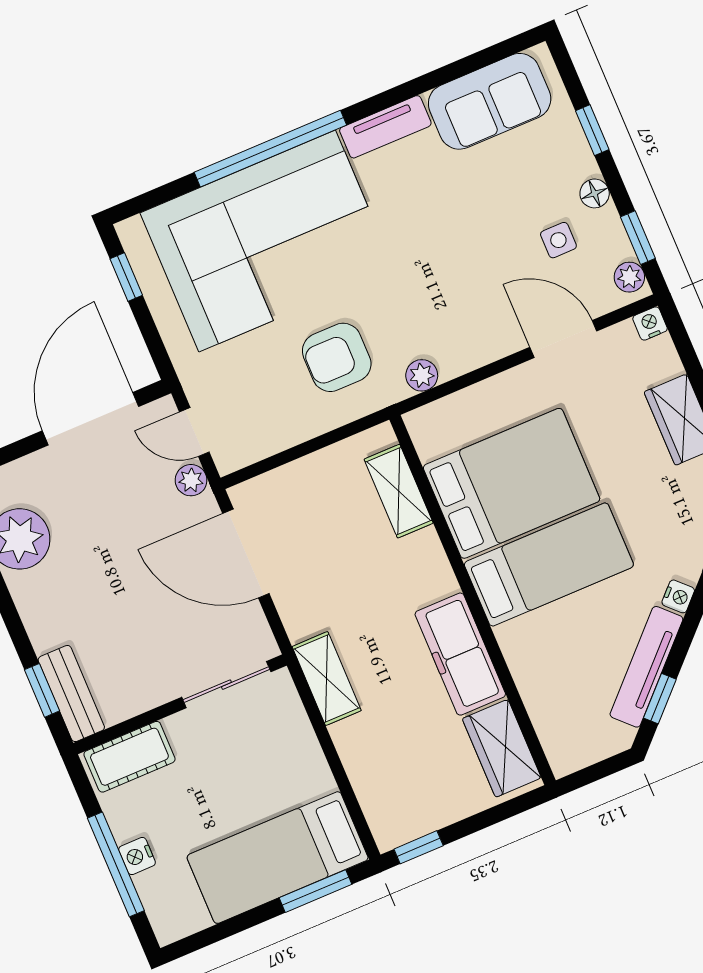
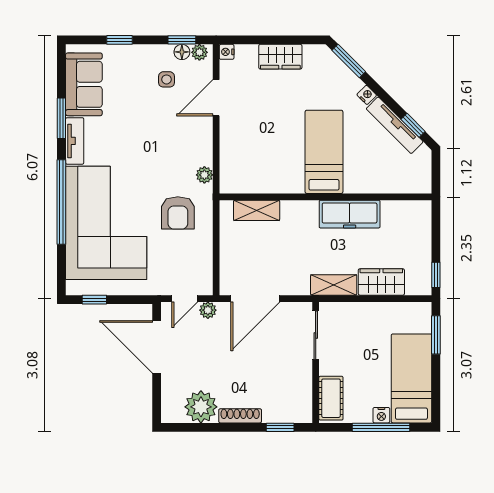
window: (415, 87) -> (61, 118), added
floor lamp: (595, 193) -> (182, 52), moved
bed: (512, 483) -> (276, 153), removed
shoe rack: (33, 613) -> (240, 416), added
bench: (71, 694) -> (288, 414), removed
wardrobe: (502, 748) -> (381, 282), moved, turned 180
bed: (278, 858) -> (411, 378), moved, turned 180

